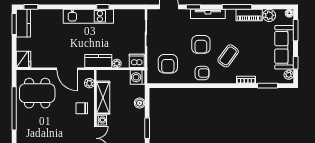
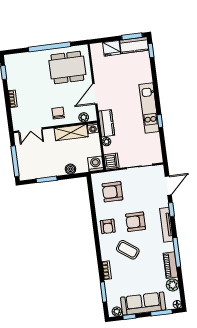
fridge: (24, 59) -> (112, 48), moved
dining table: (37, 93) -> (67, 67), turned 90
washing machine: (101, 120) -> (93, 128), moved

